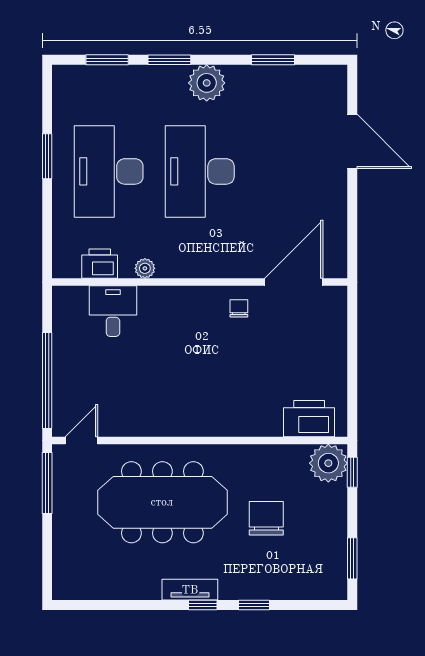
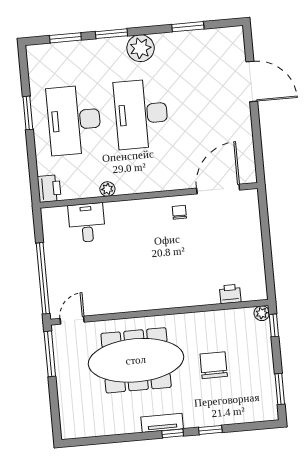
printer: (100, 264) -> (49, 189), moved, turned 90
printer: (309, 419) -> (230, 294), width x0.53, depth x0.68
plant: (328, 463) -> (262, 313), width x0.53, depth x0.53

